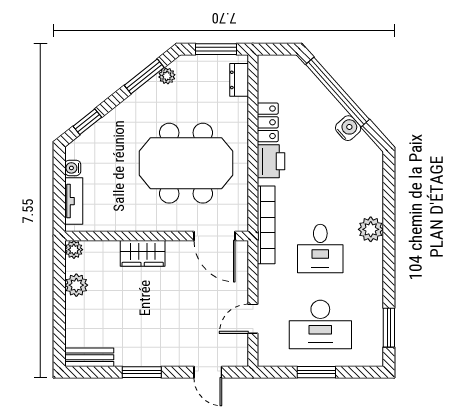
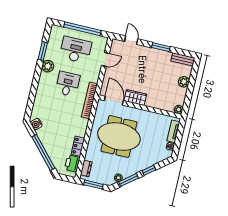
window: (87, 122) -> (149, 170), moved
water cooler: (348, 128) -> (36, 124), moved
printer: (271, 161) -> (72, 163), moved
plant: (371, 229) -> (48, 66), moved
wardrobe: (143, 253) -> (135, 97), moved
plant: (76, 285) -> (184, 82), moved
window: (389, 328) -> (43, 51), moved
window: (316, 372) -> (82, 29), width x2.11

